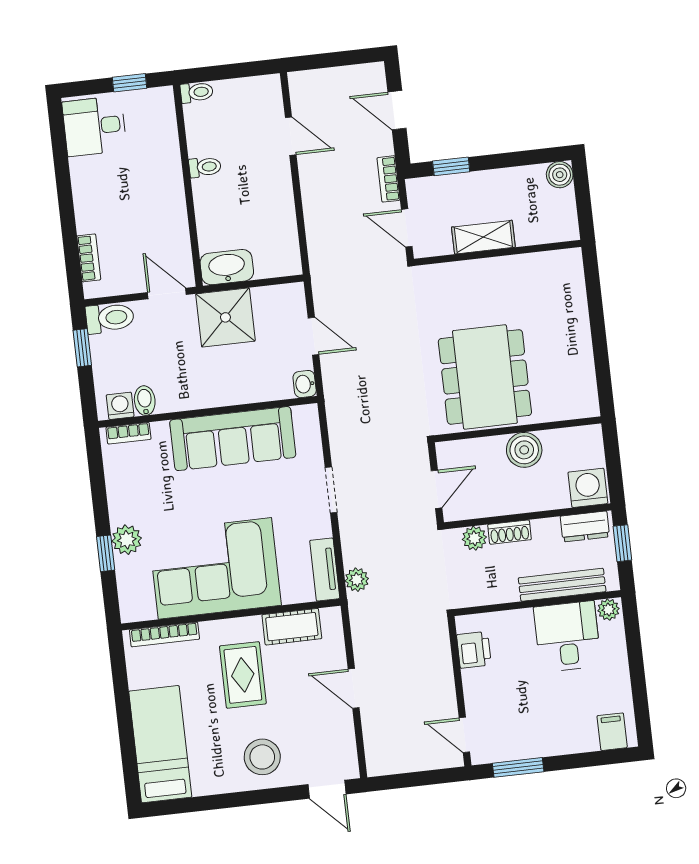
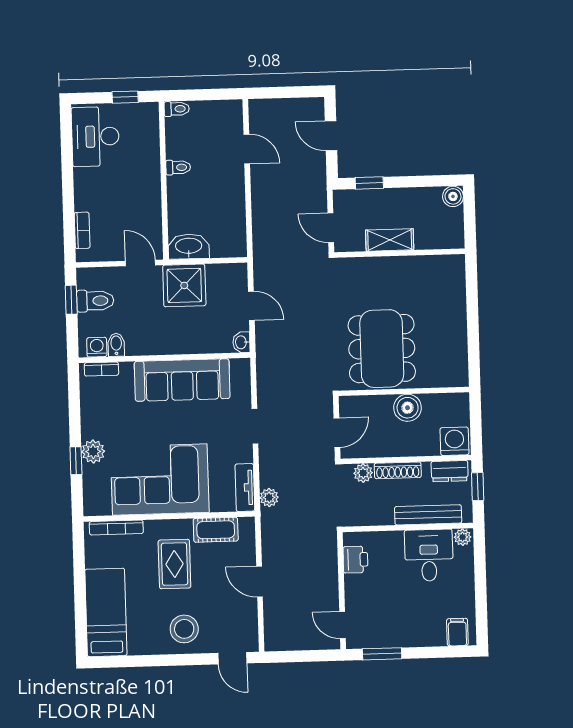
desk: (94, 126) -> (95, 137), width x1.37
bookcase: (388, 179) -> (320, 189), removed
toilet: (110, 318) -> (95, 301), moved
shoe rack: (509, 532) -> (398, 470), width x1.43

